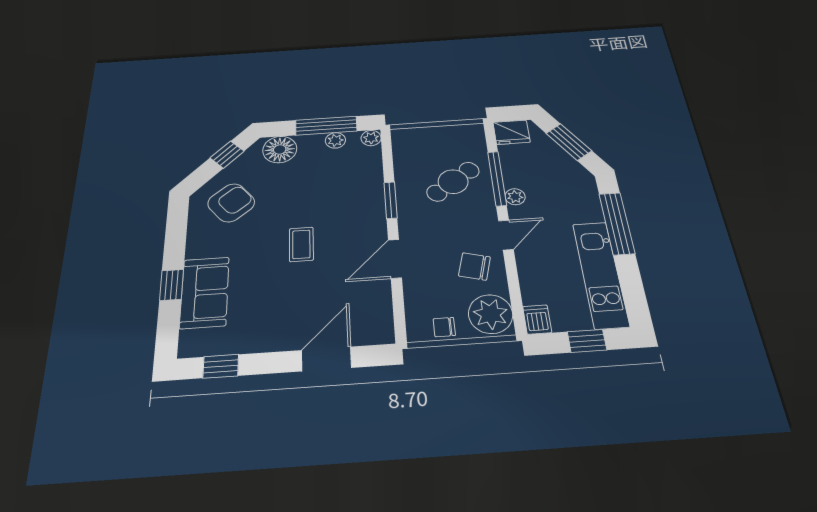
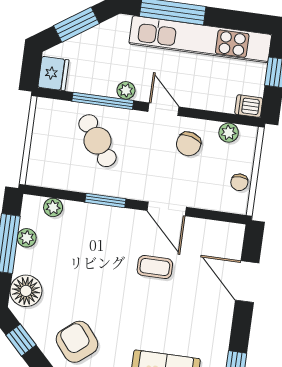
plant: (371, 138) -> (53, 207), moved
coffee table: (301, 244) -> (155, 267), moved
kitchen unit: (600, 274) -> (200, 39), width x1.36
plant: (491, 314) -> (229, 133), width x0.53, depth x0.53

